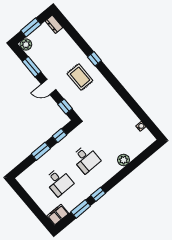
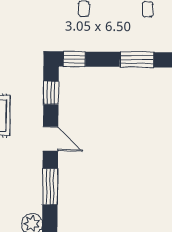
window: (60, 136) -> (74, 59), moved

